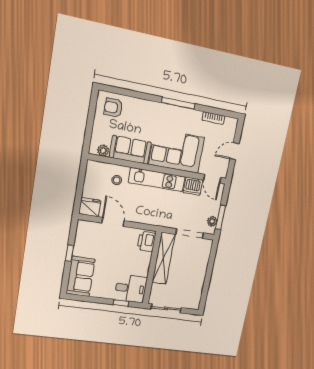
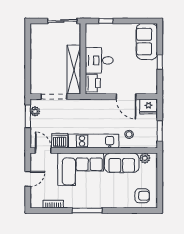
window: (81, 178) -> (160, 131), added
desk: (131, 288) -> (99, 60), moved

